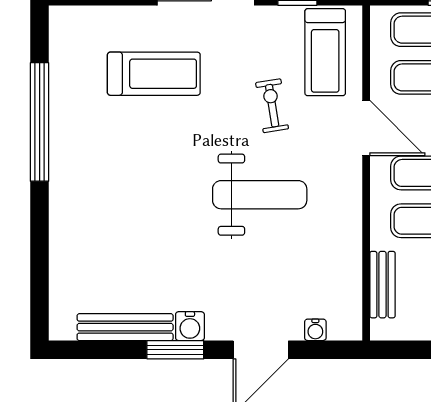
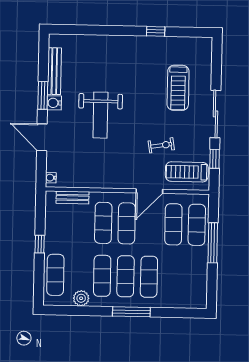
window: (40, 122) -> (156, 31), width x0.32
weight bench: (260, 195) -> (100, 115), moved
water cooler: (315, 330) -> (51, 178), moved

